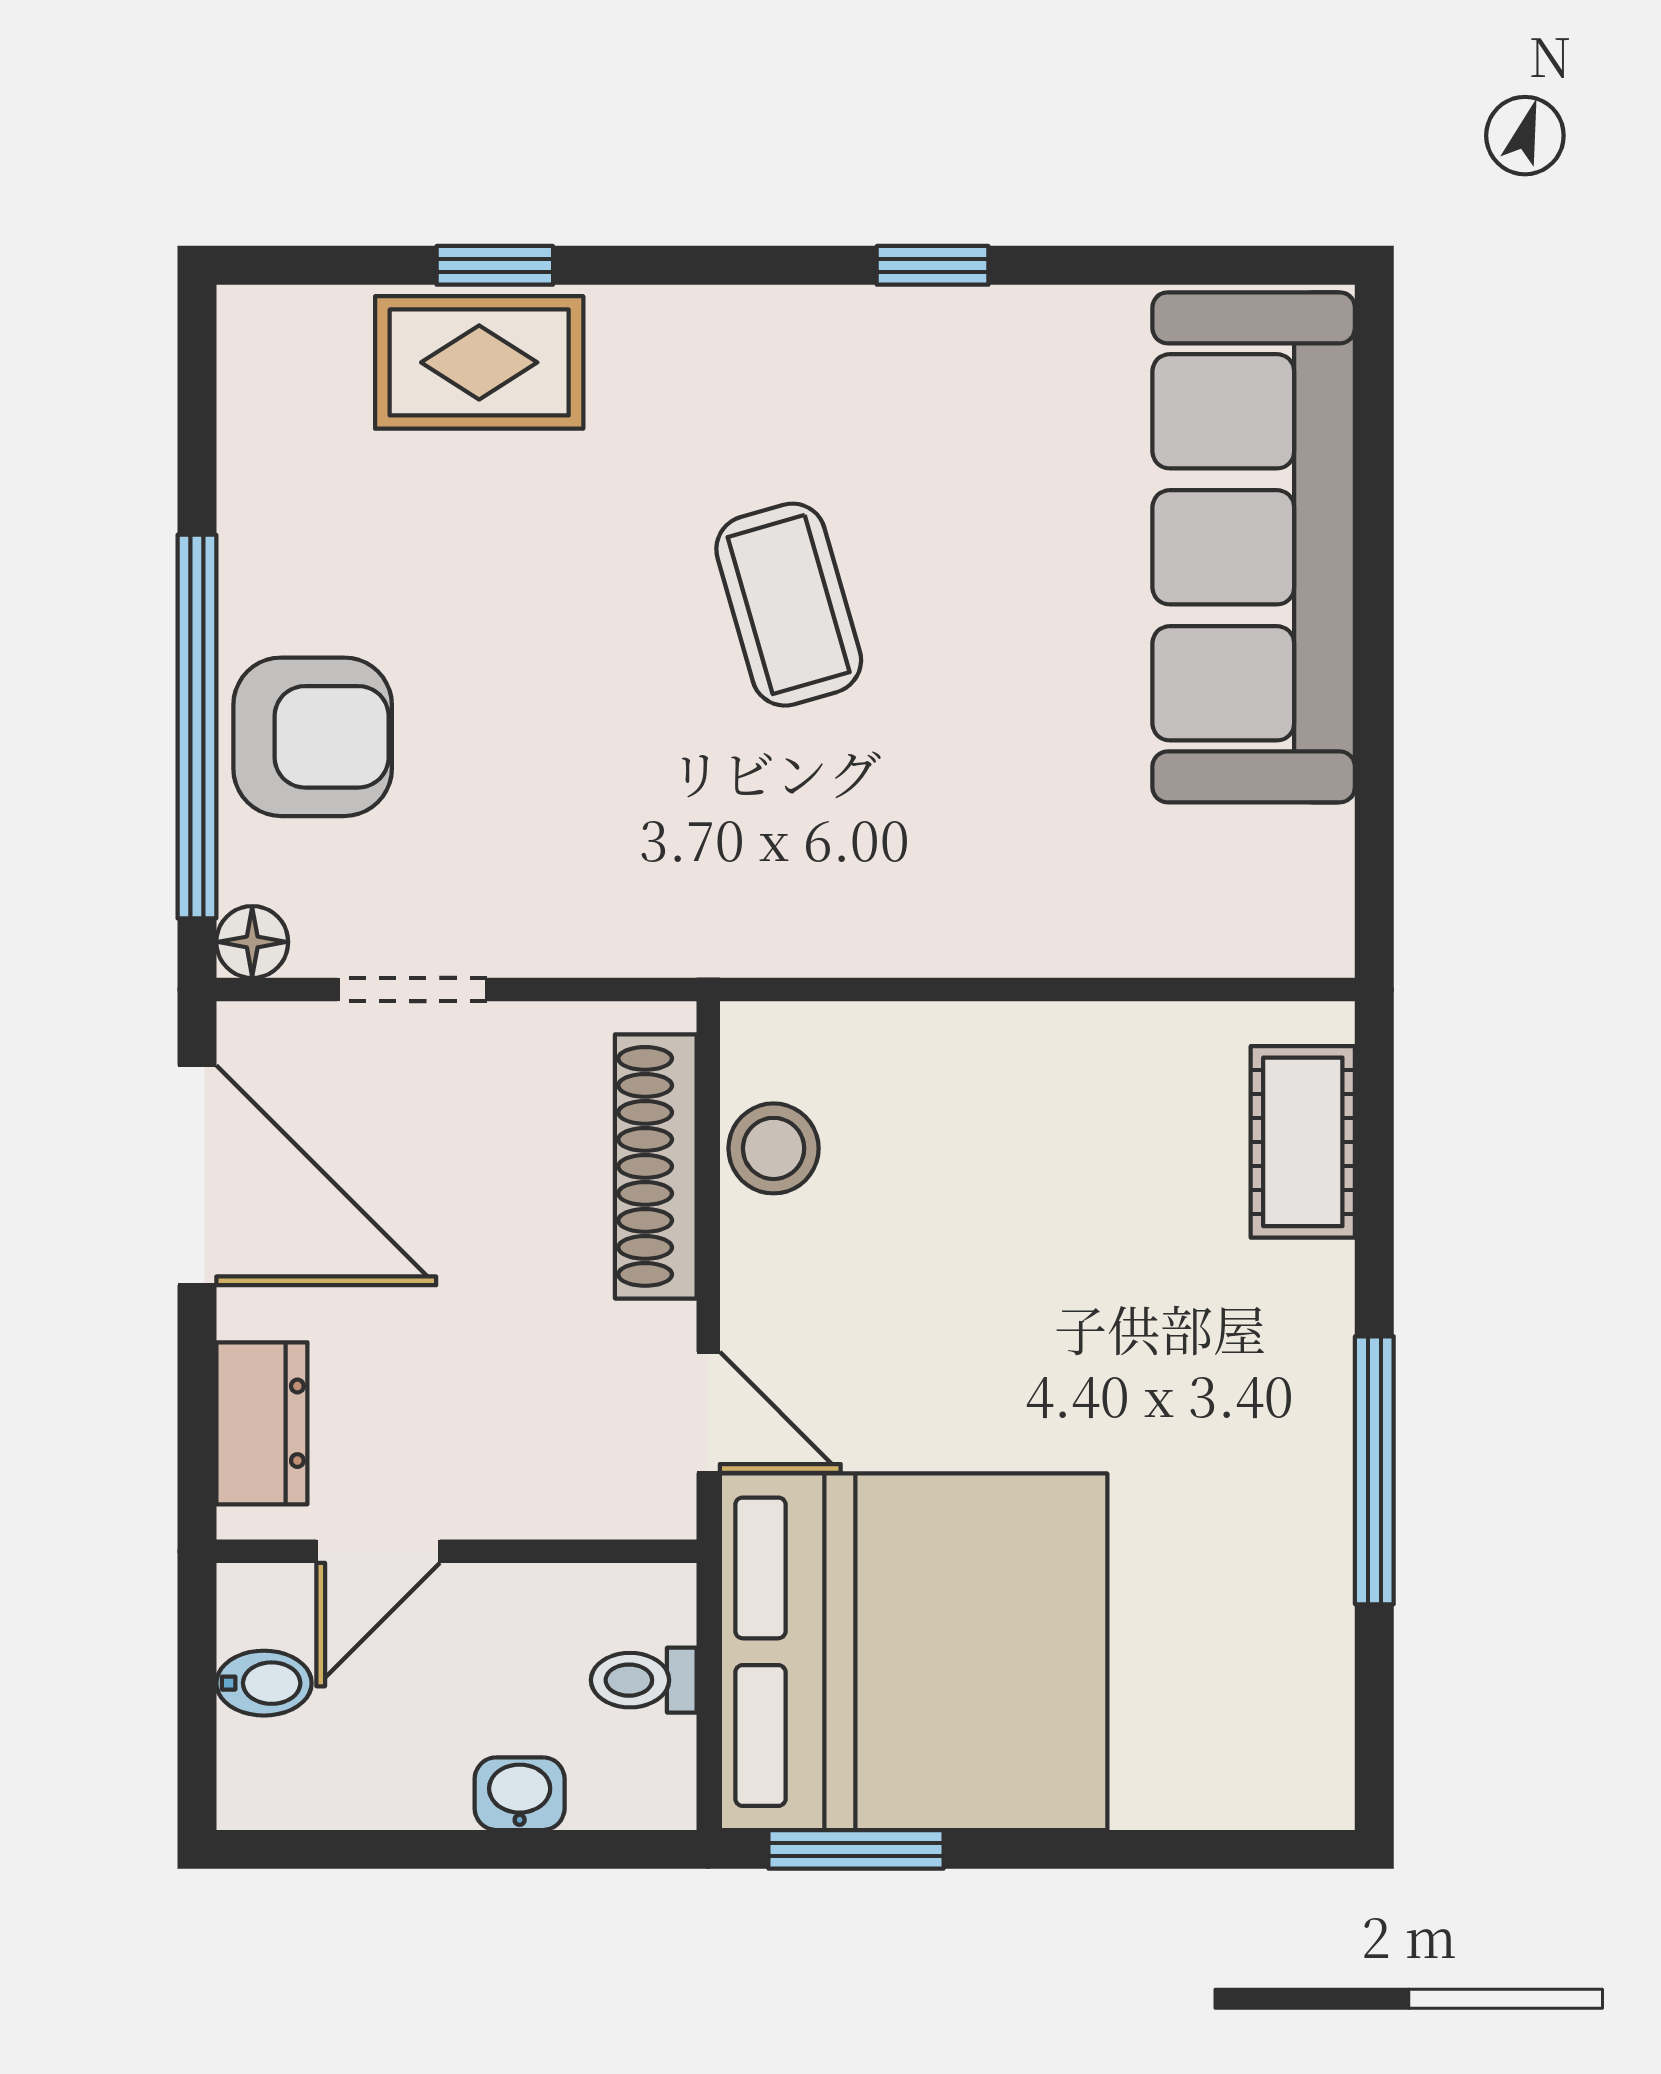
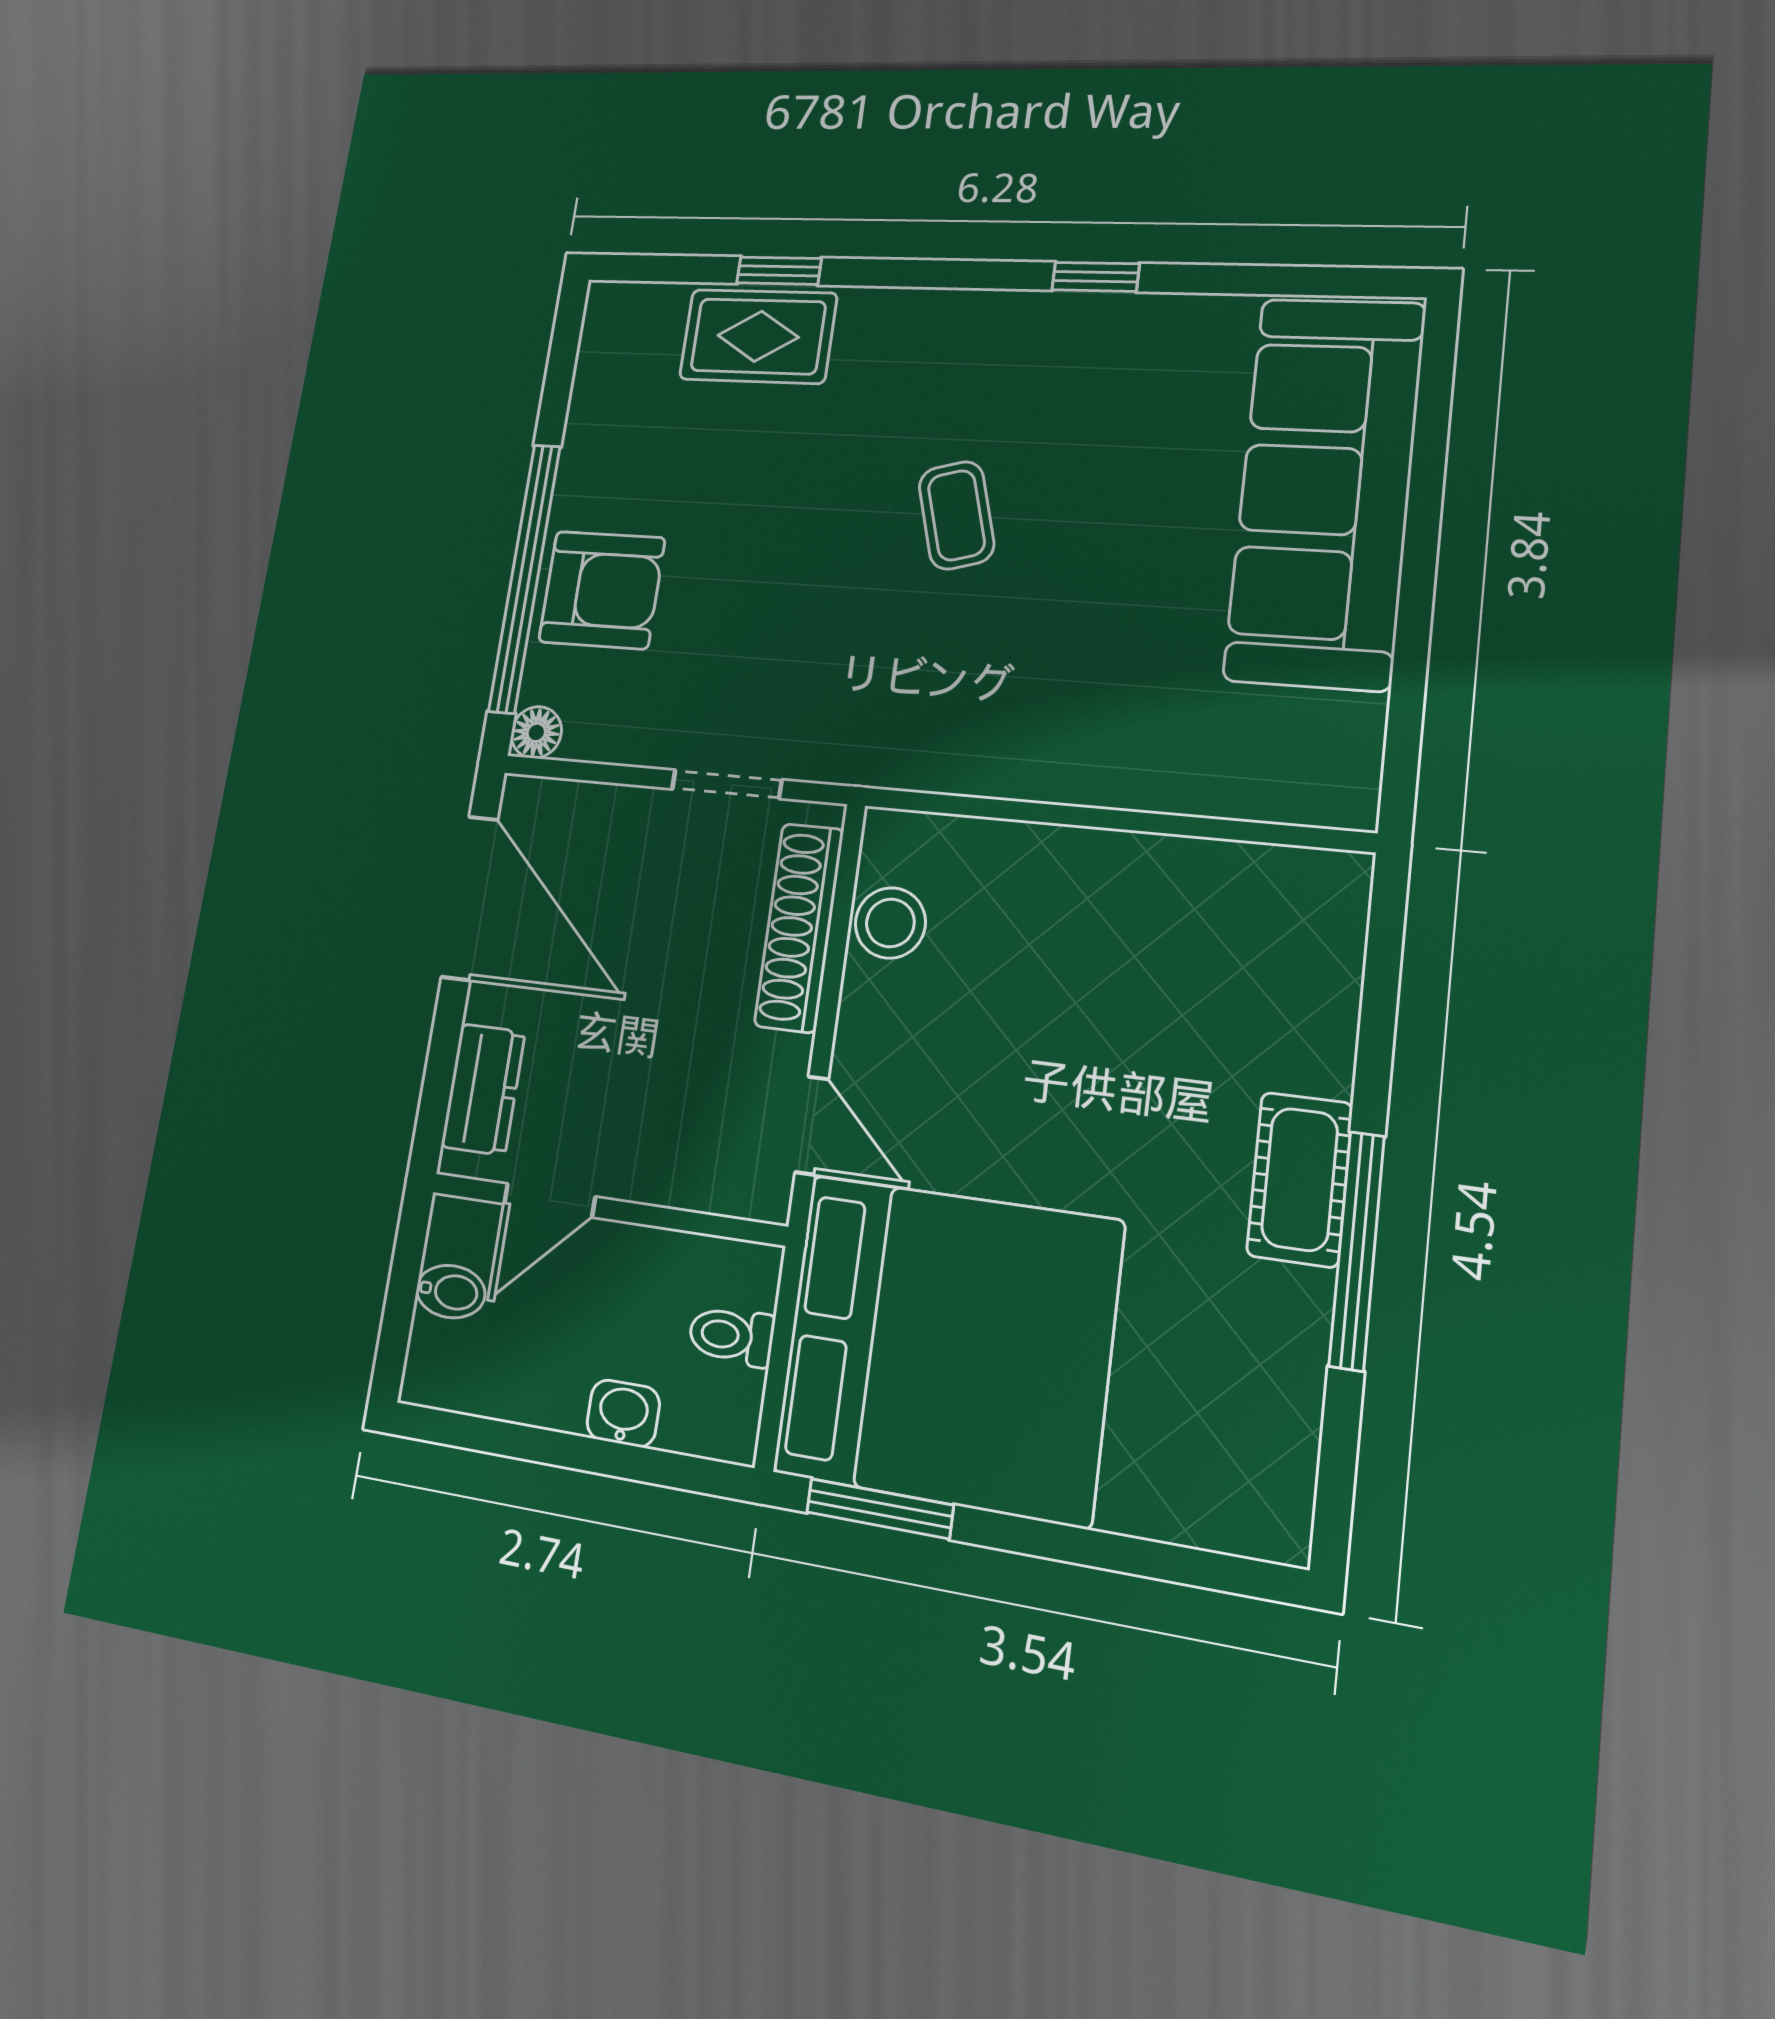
coffee table: (789, 605) -> (957, 515), width x0.73, depth x0.77
doorway: (412, 990) -> (727, 784), moved
cot: (1303, 1142) -> (1300, 1179), moved

